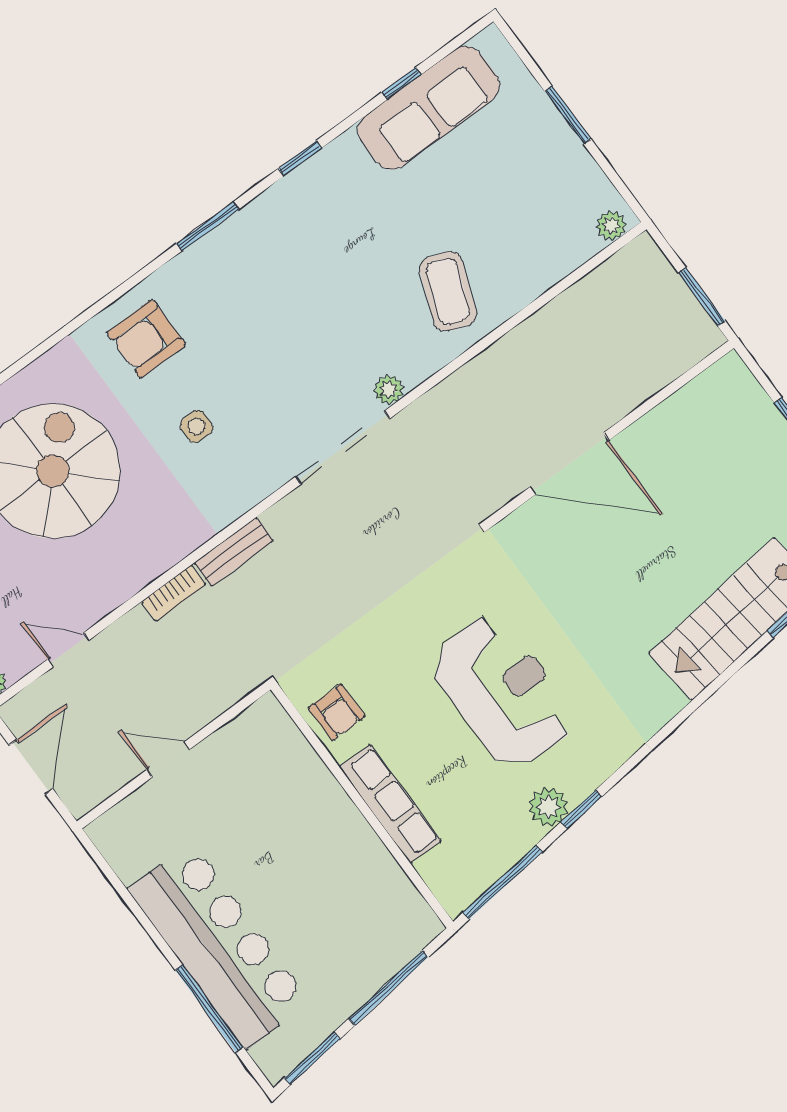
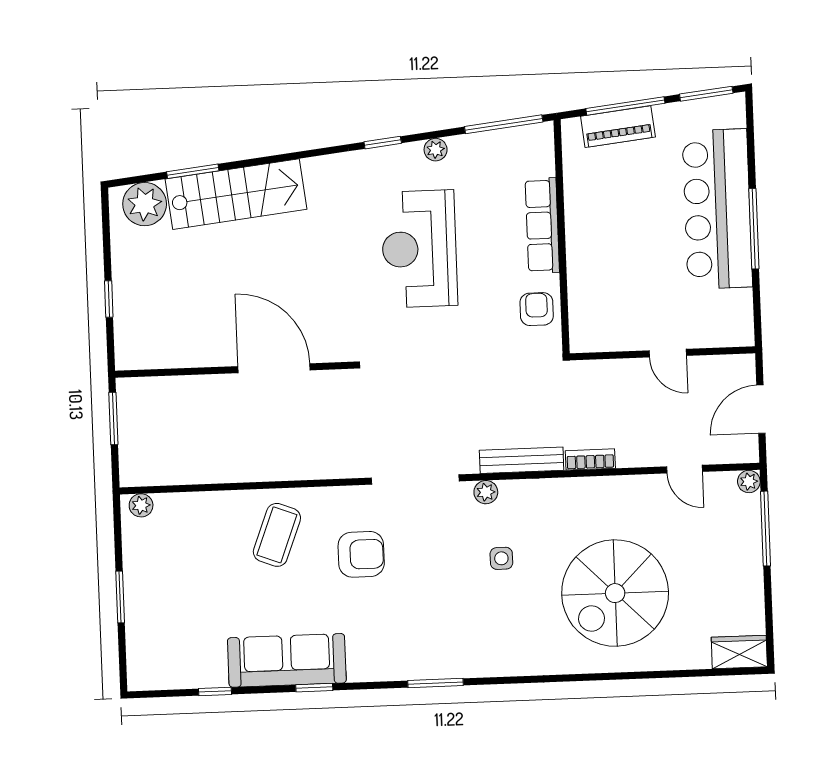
sofa: (429, 108) -> (287, 660), moved
window: (207, 226) -> (435, 683), moved
armchair: (146, 339) -> (361, 554), moved
plant: (389, 390) -> (486, 492), moved
bench: (234, 552) -> (522, 460), width x1.36
plant: (548, 807) -> (436, 150), width x0.73, depth x0.73
window: (581, 809) -> (383, 143), moved
piano: (381, 961) -> (618, 127), added
window: (209, 1009) -> (754, 229), moved

